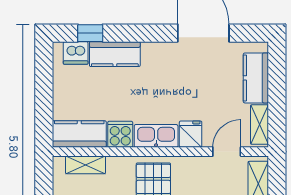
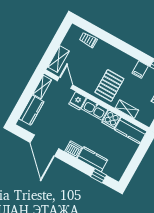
dishwasher: (76, 53) -> (73, 149), moved
door: (227, 152) -> (65, 83), swing flipped
shelving: (85, 165) -> (127, 109), moved

